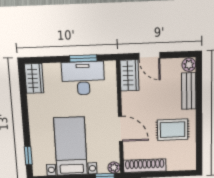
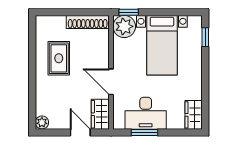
bench: (189, 91) -> (42, 97), removed
door: (120, 129) -> (111, 82), moved
rug: (173, 130) -> (59, 58), turned 90
plant: (114, 167) -> (124, 26), width x1.88, depth x1.88

